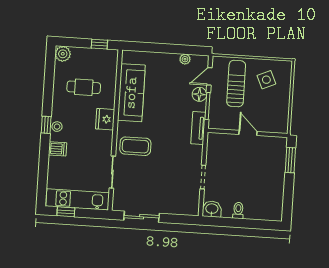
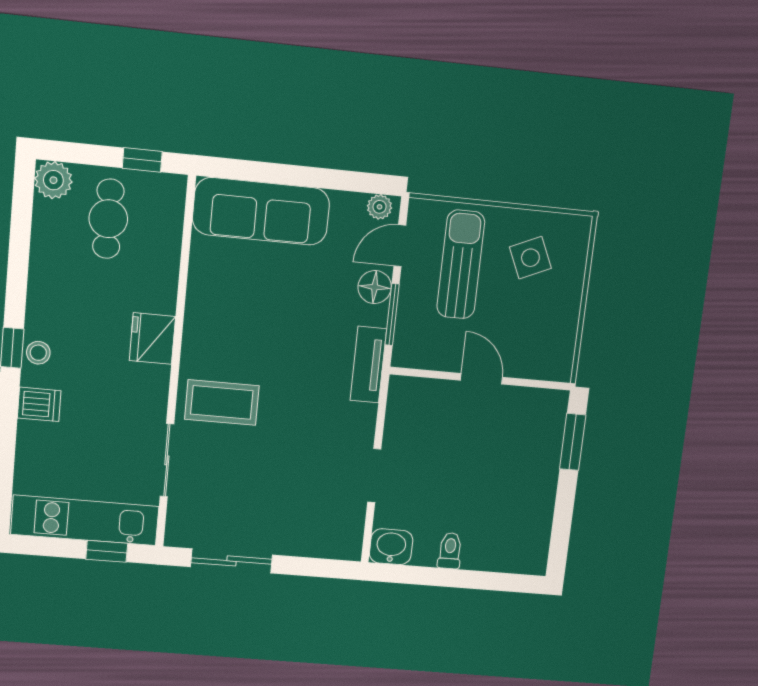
plant: (185, 59) -> (380, 207), moved
cafe table: (84, 87) -> (108, 219), moved, turned 90
sofa: (131, 93) -> (261, 211), moved, turned 90
window: (66, 212) -> (107, 551), moved

